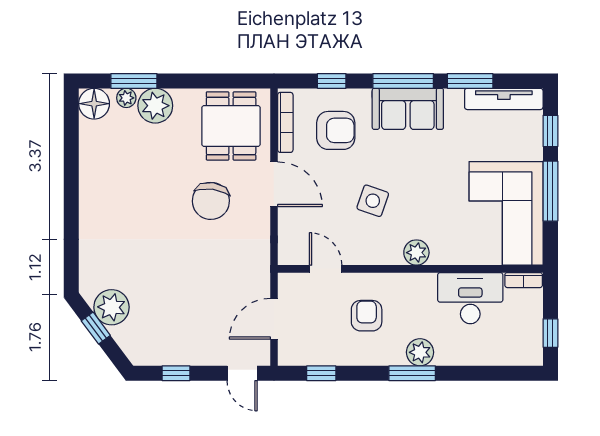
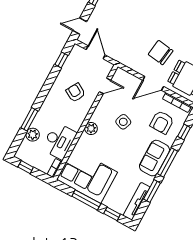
armchair: (367, 316) -> (76, 93), turned -150
plant: (420, 352) -> (33, 135), moved
window: (412, 373) -> (29, 119), moved

